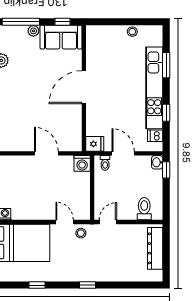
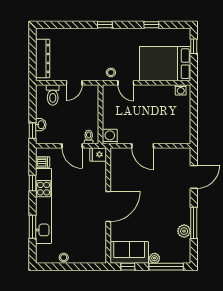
washbasin: (157, 162) -> (41, 125), moved
door: (108, 222) -> (74, 83), moved

